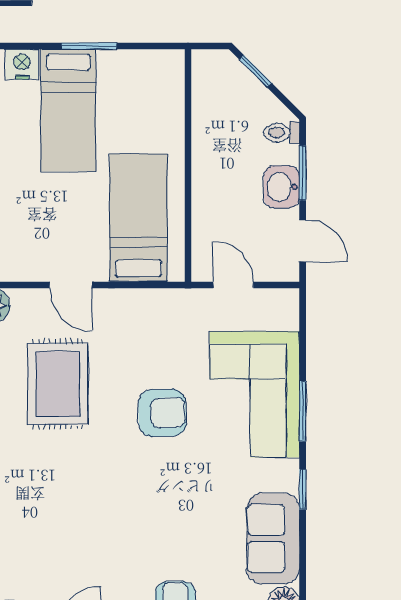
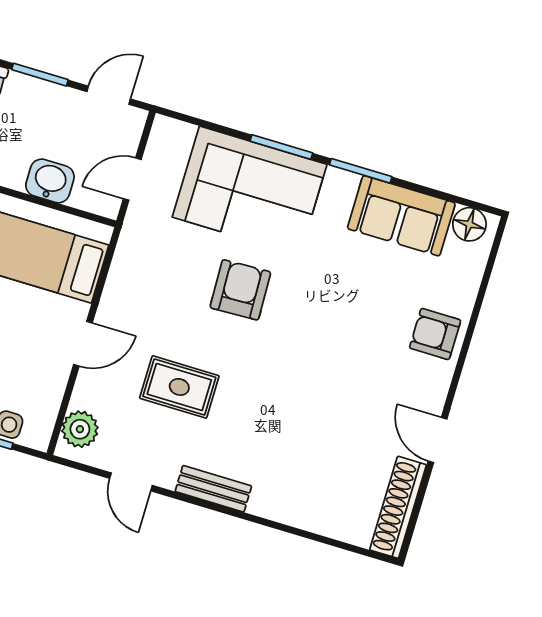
washbasin: (282, 187) -> (50, 181), moved, turned 180
rug: (58, 384) -> (179, 387), width x0.73, depth x0.70
window: (303, 489) -> (361, 171), width x1.50

